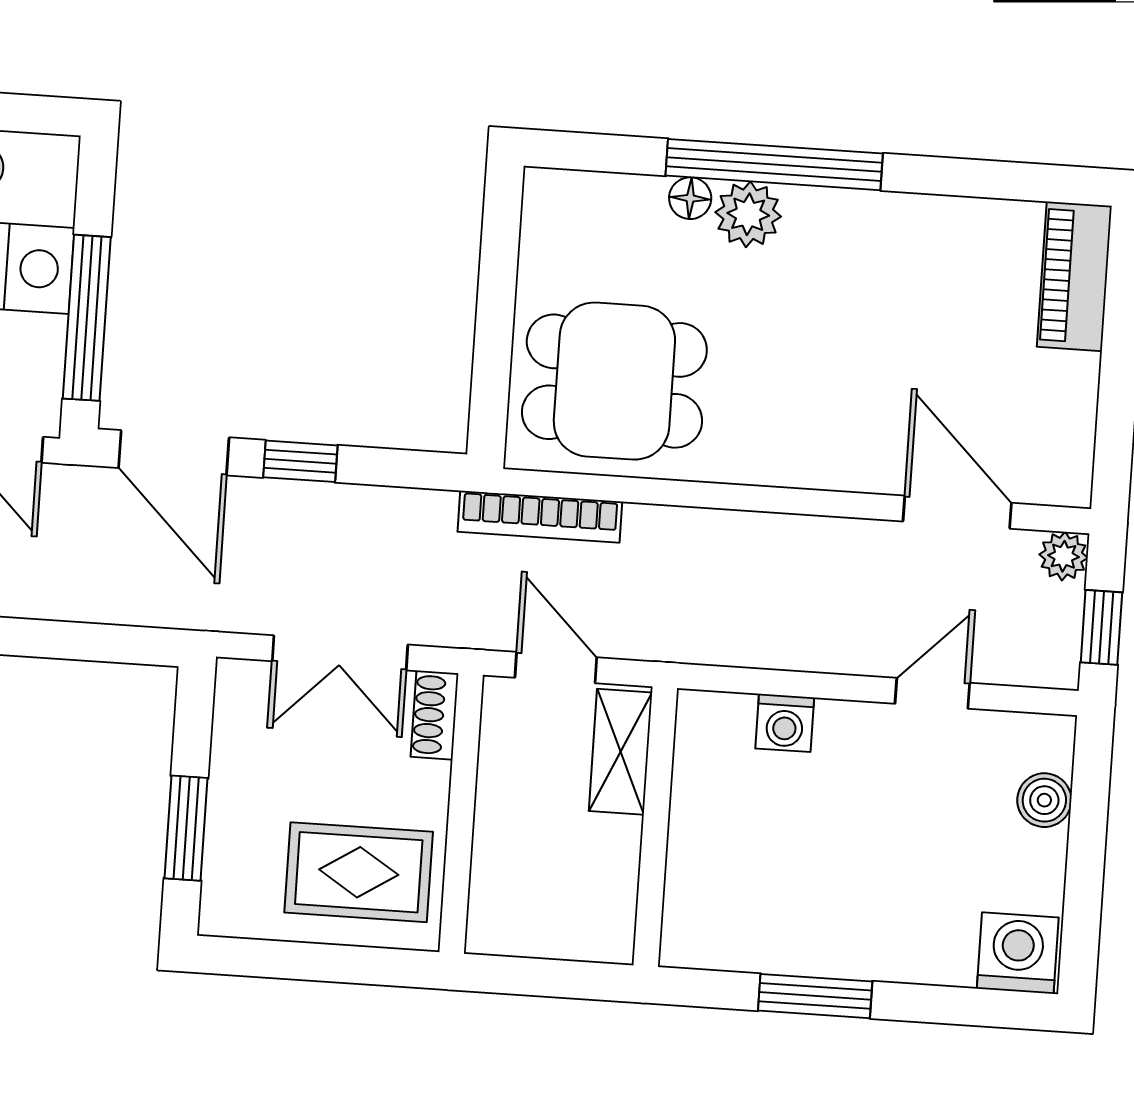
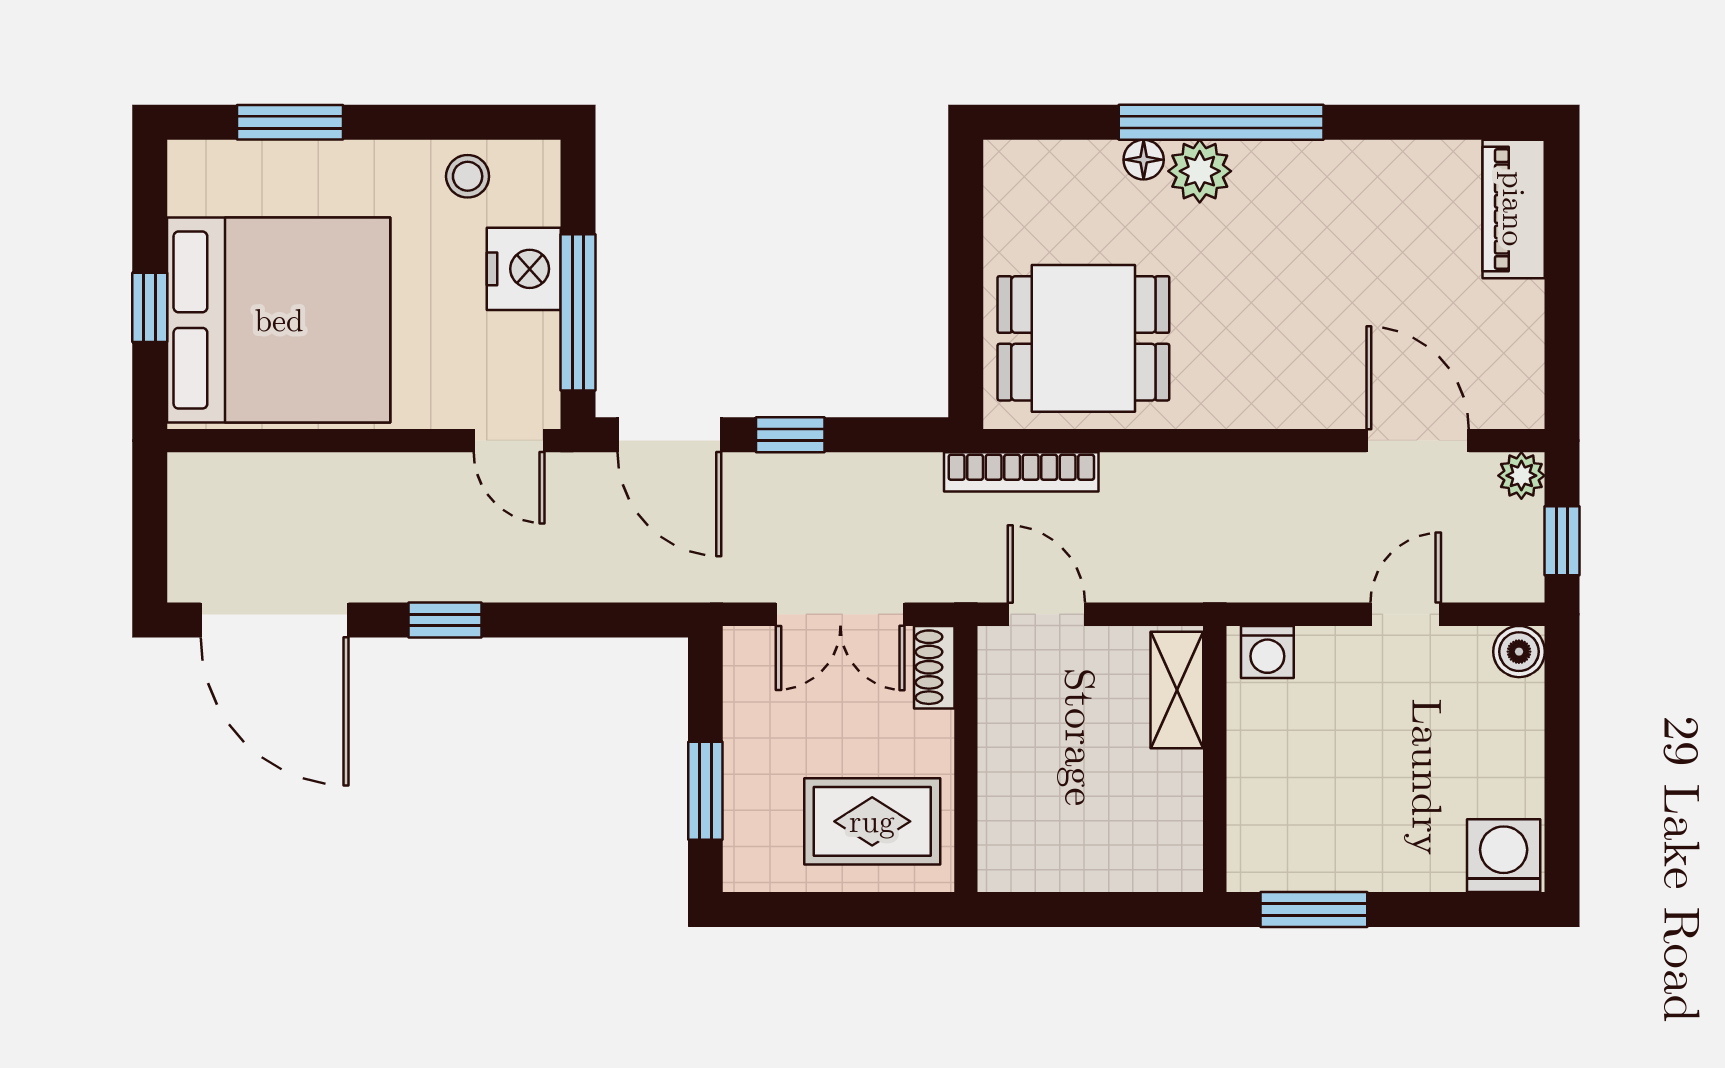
shelving: (621, 752) -> (1177, 690), moved
boiler: (1044, 800) -> (1519, 652), moved
wall: (655, 827) -> (1215, 759), moved

